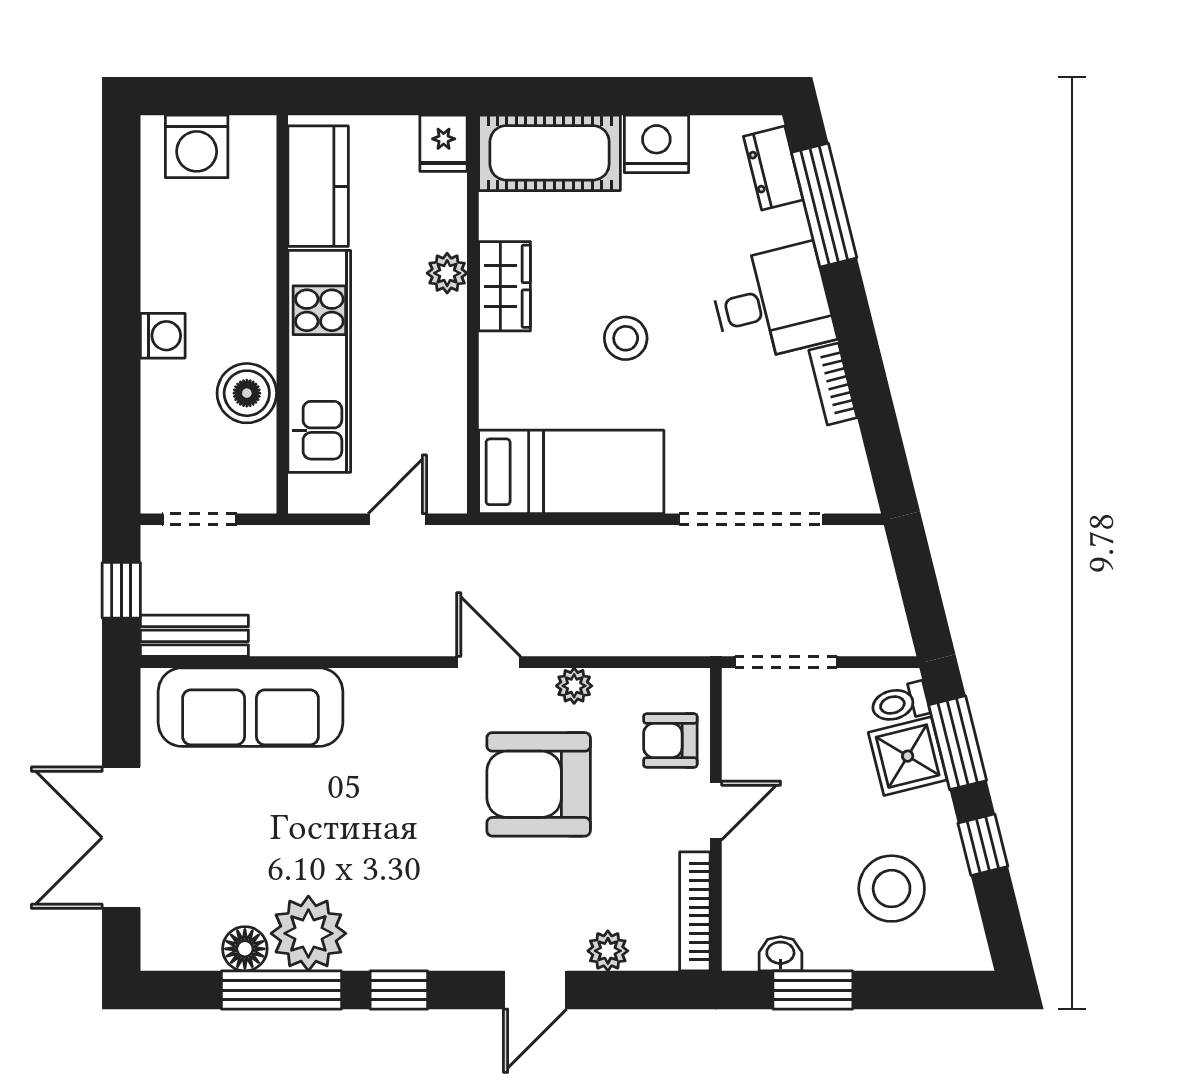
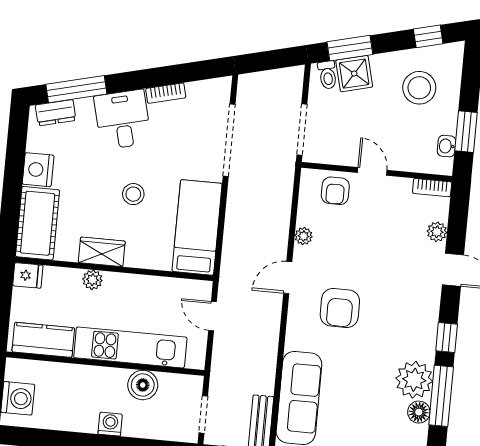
armchair: (539, 784) -> (340, 308), moved, width x0.73, depth x0.73
window: (983, 845) -> (428, 36), moved
bookcase: (695, 911) -> (432, 188), width x0.64

